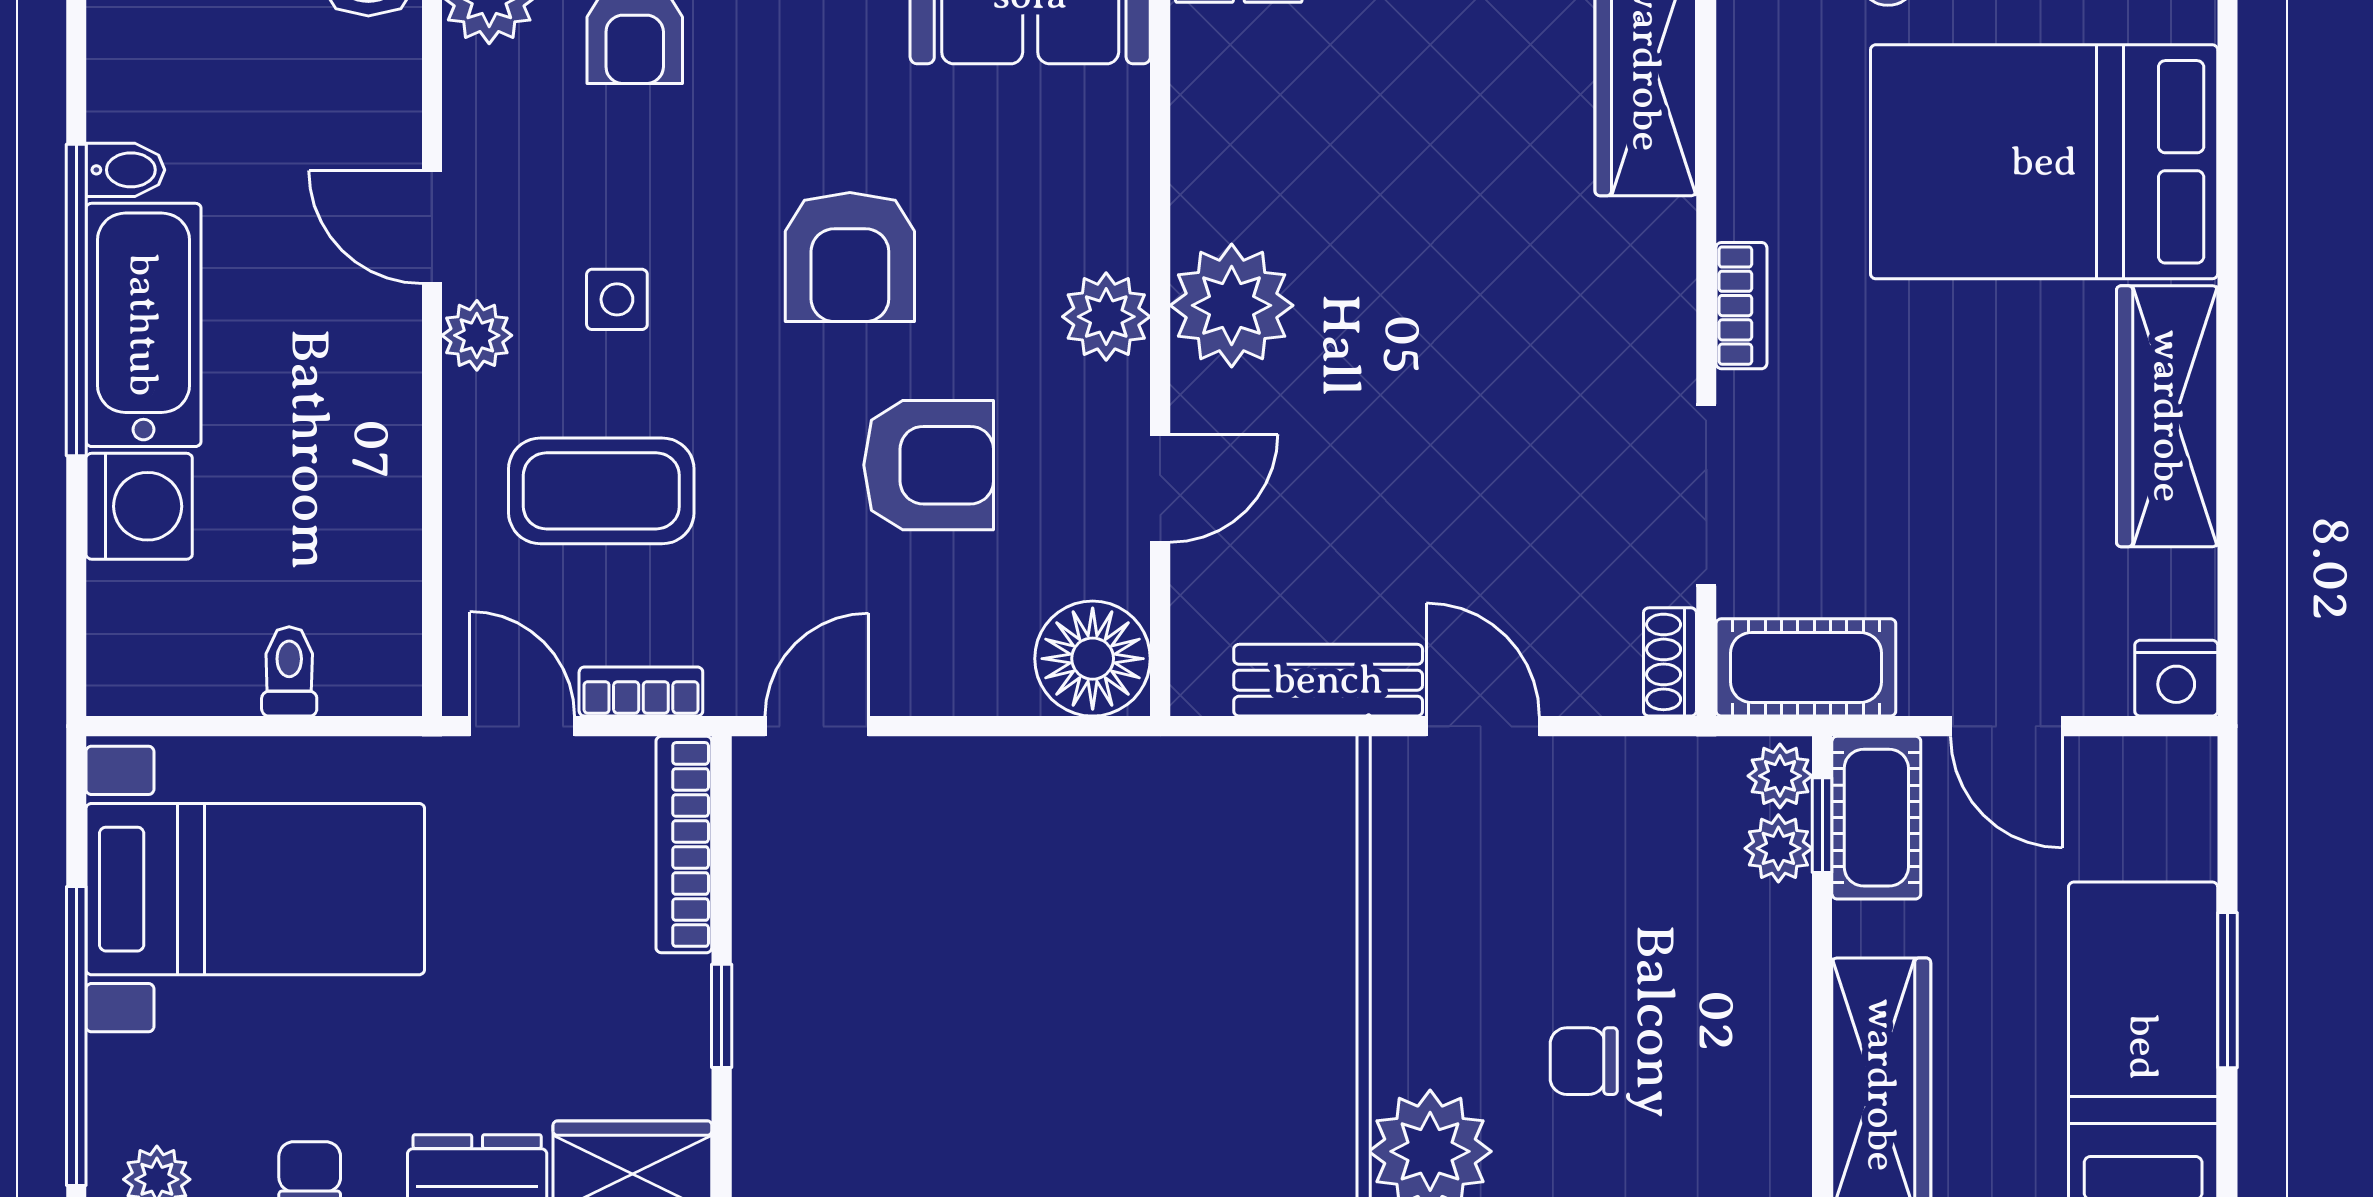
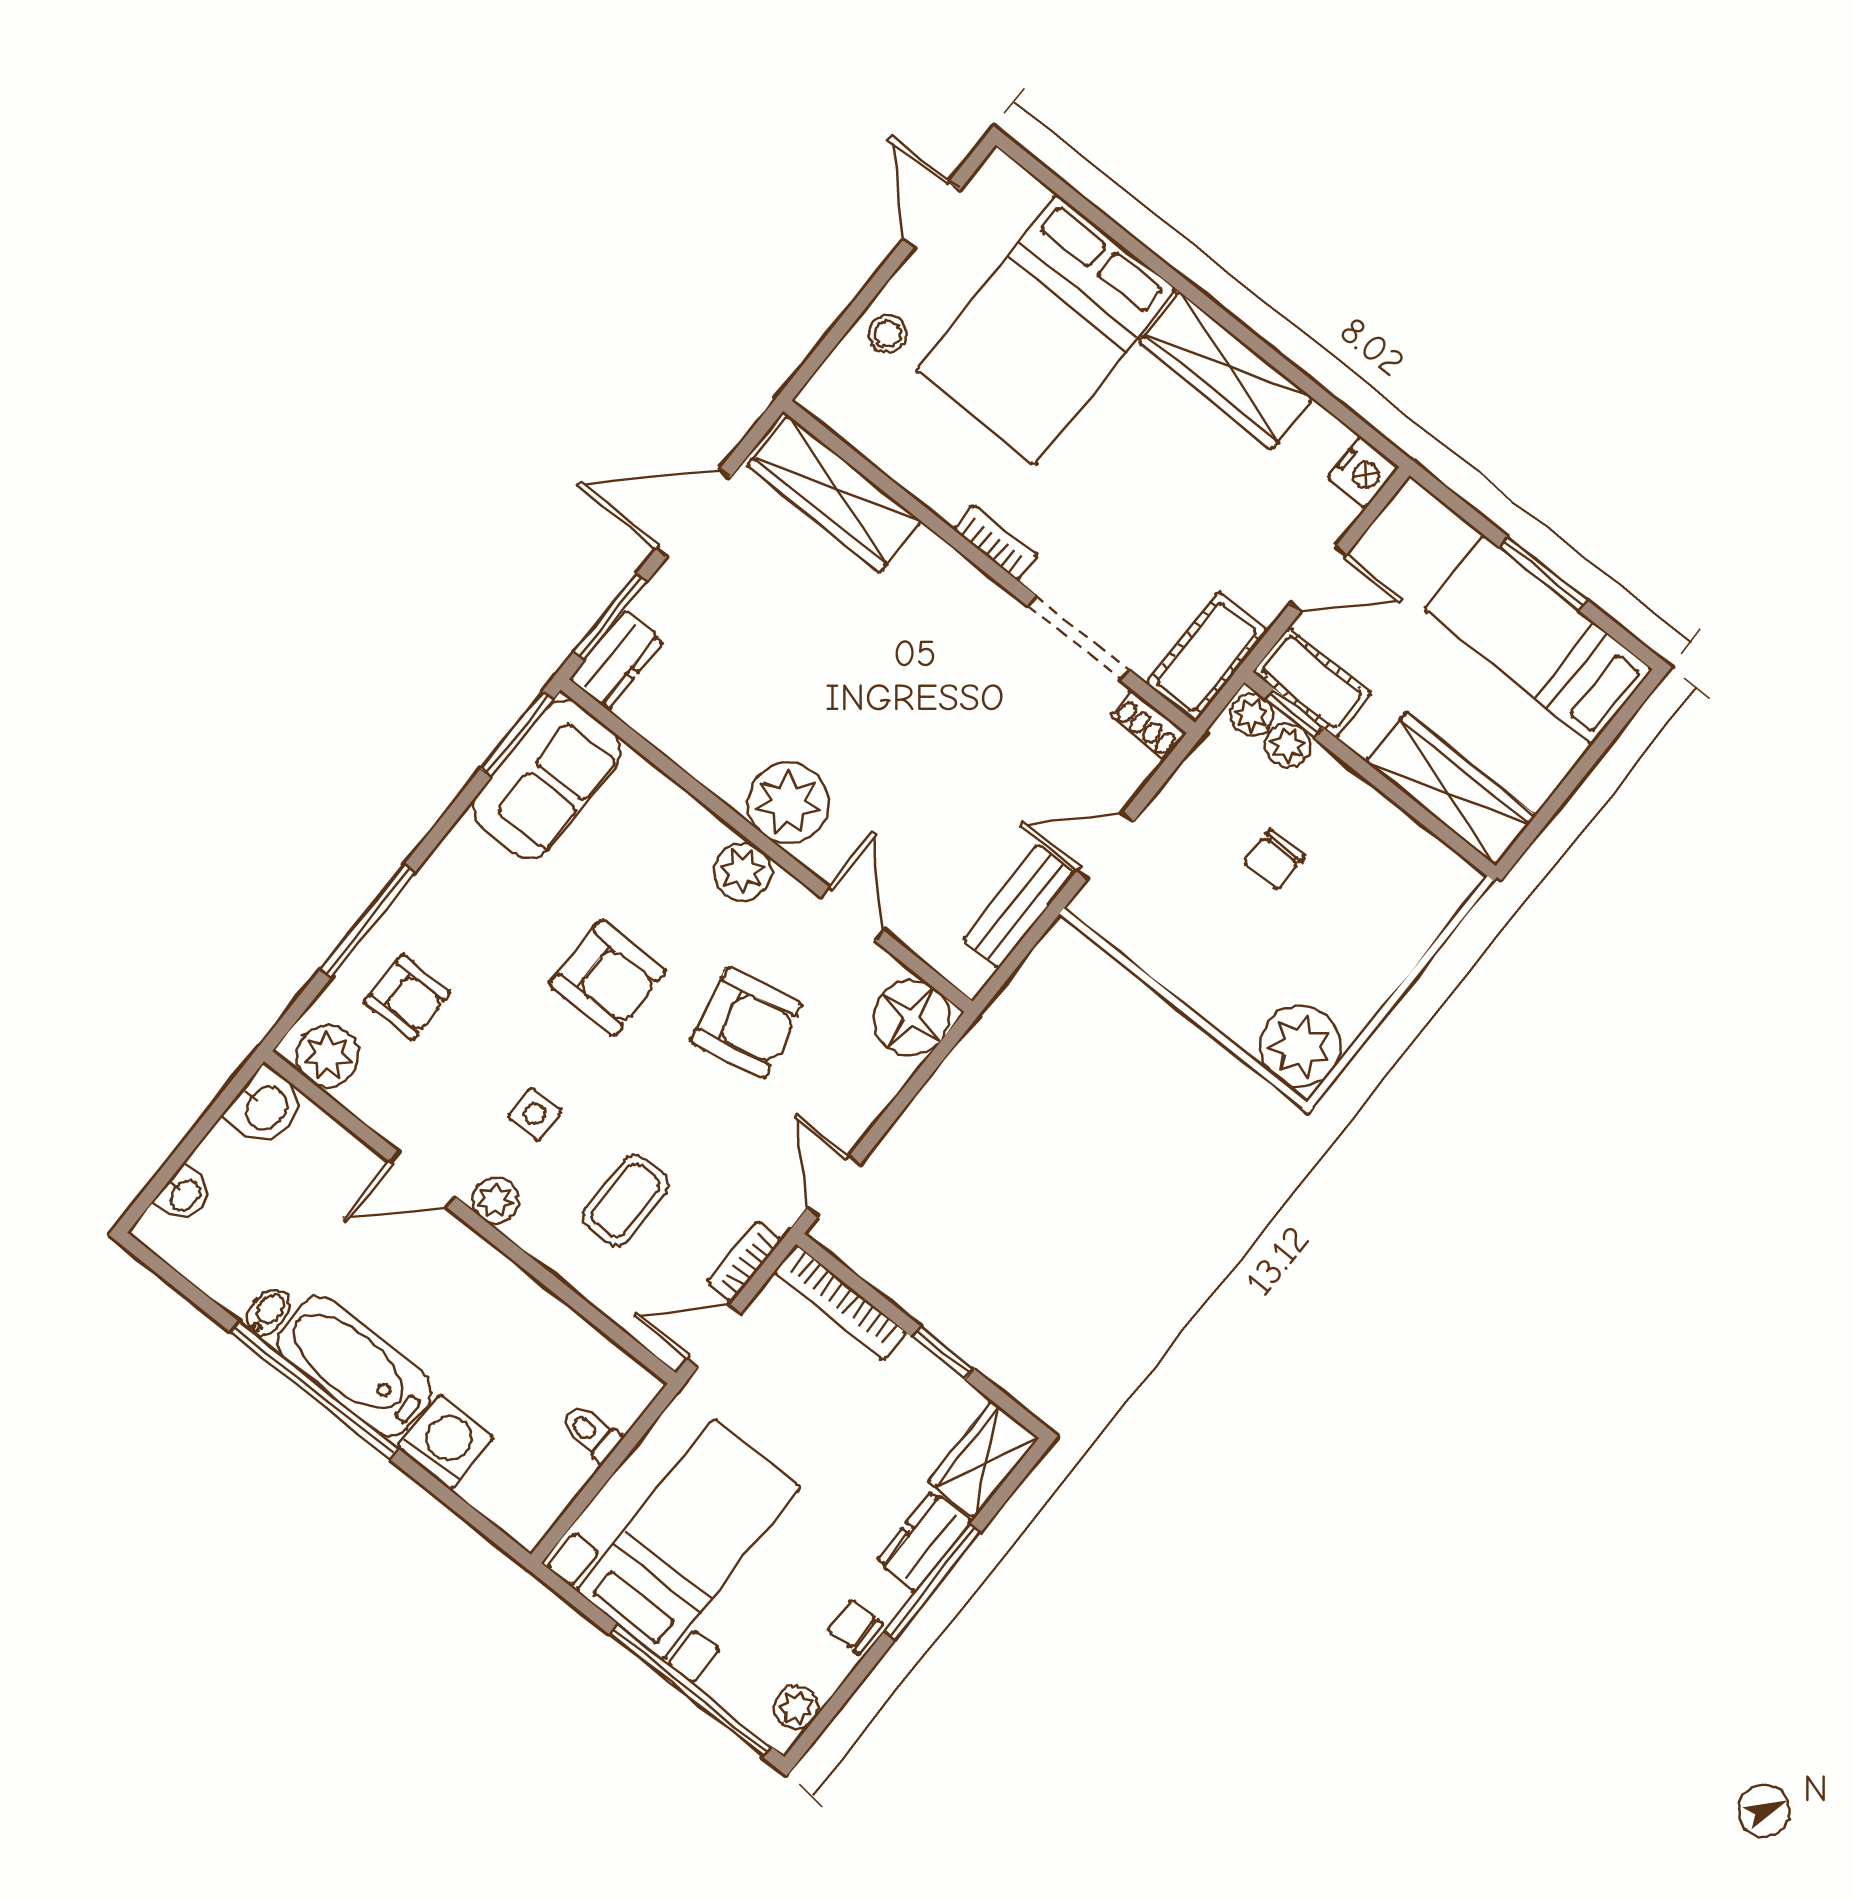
armchair: (929, 465) -> (746, 1023), turned 78
coffee table: (601, 491) -> (626, 1200), width x0.73, depth x0.77
chair: (1584, 1061) -> (1274, 860), moved

